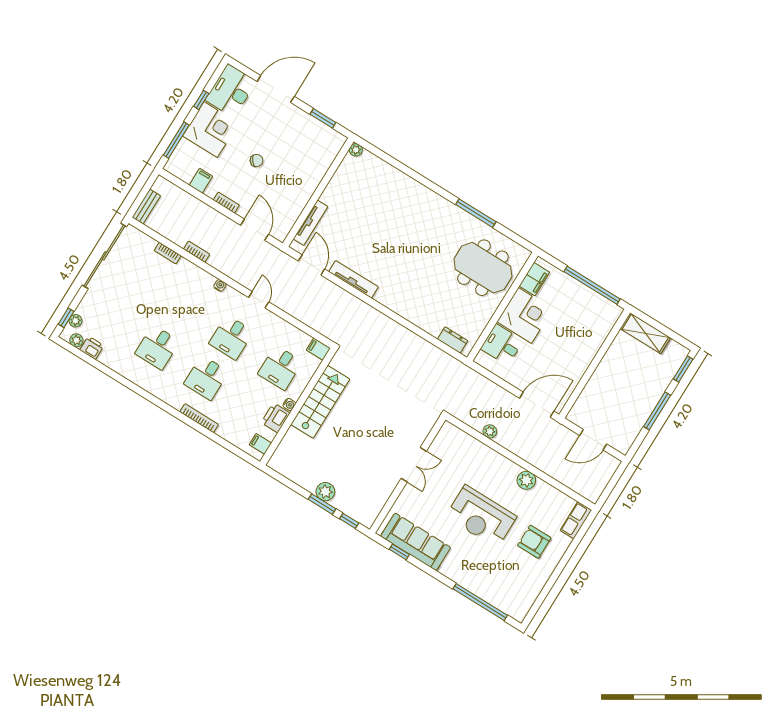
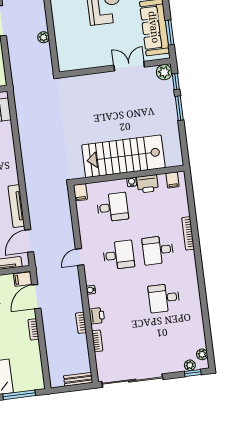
filing cabinet: (201, 181) -> (23, 279), moved
desk: (157, 347) -> (164, 298), turned 180
printer: (92, 348) -> (97, 316), moved, turned 180
desk: (206, 378) -> (158, 250), turned 180
stairs: (320, 402) -> (123, 156), width x1.36, depth x1.51
double door: (414, 465) -> (129, 66), moved
plant: (325, 492) -> (164, 72), moved
window: (399, 552) -> (170, 33), width x1.50

